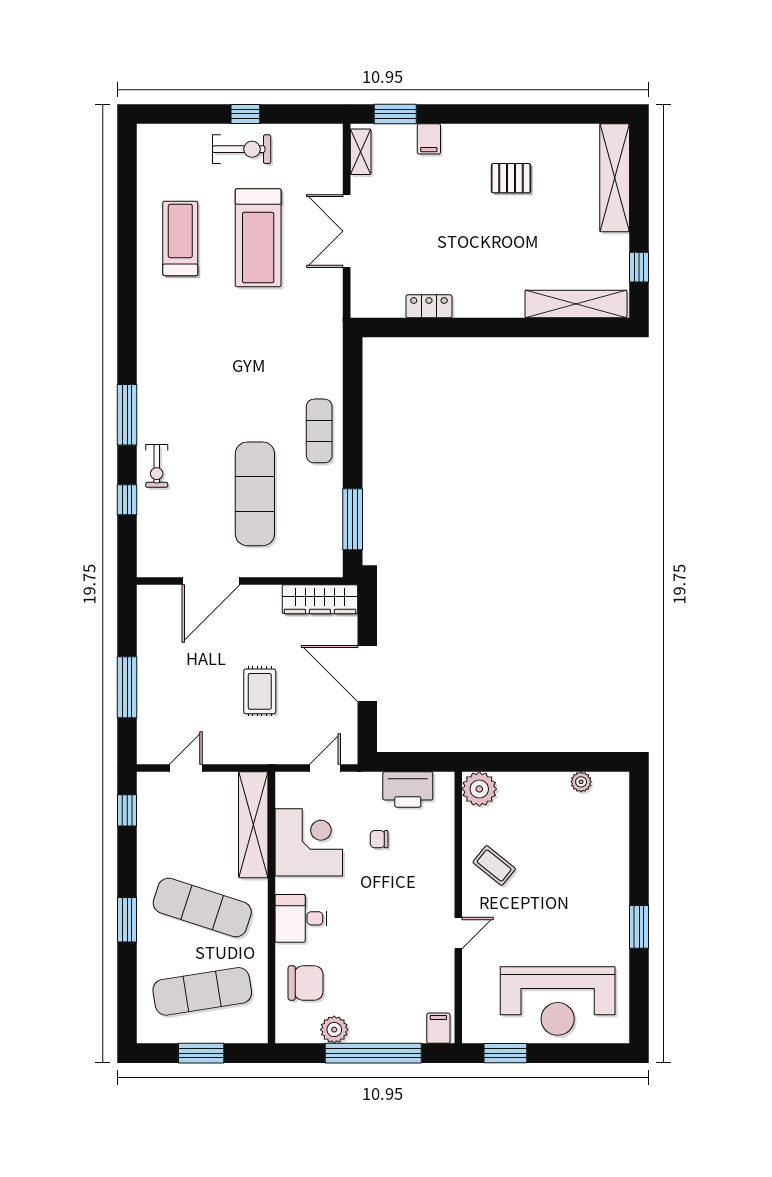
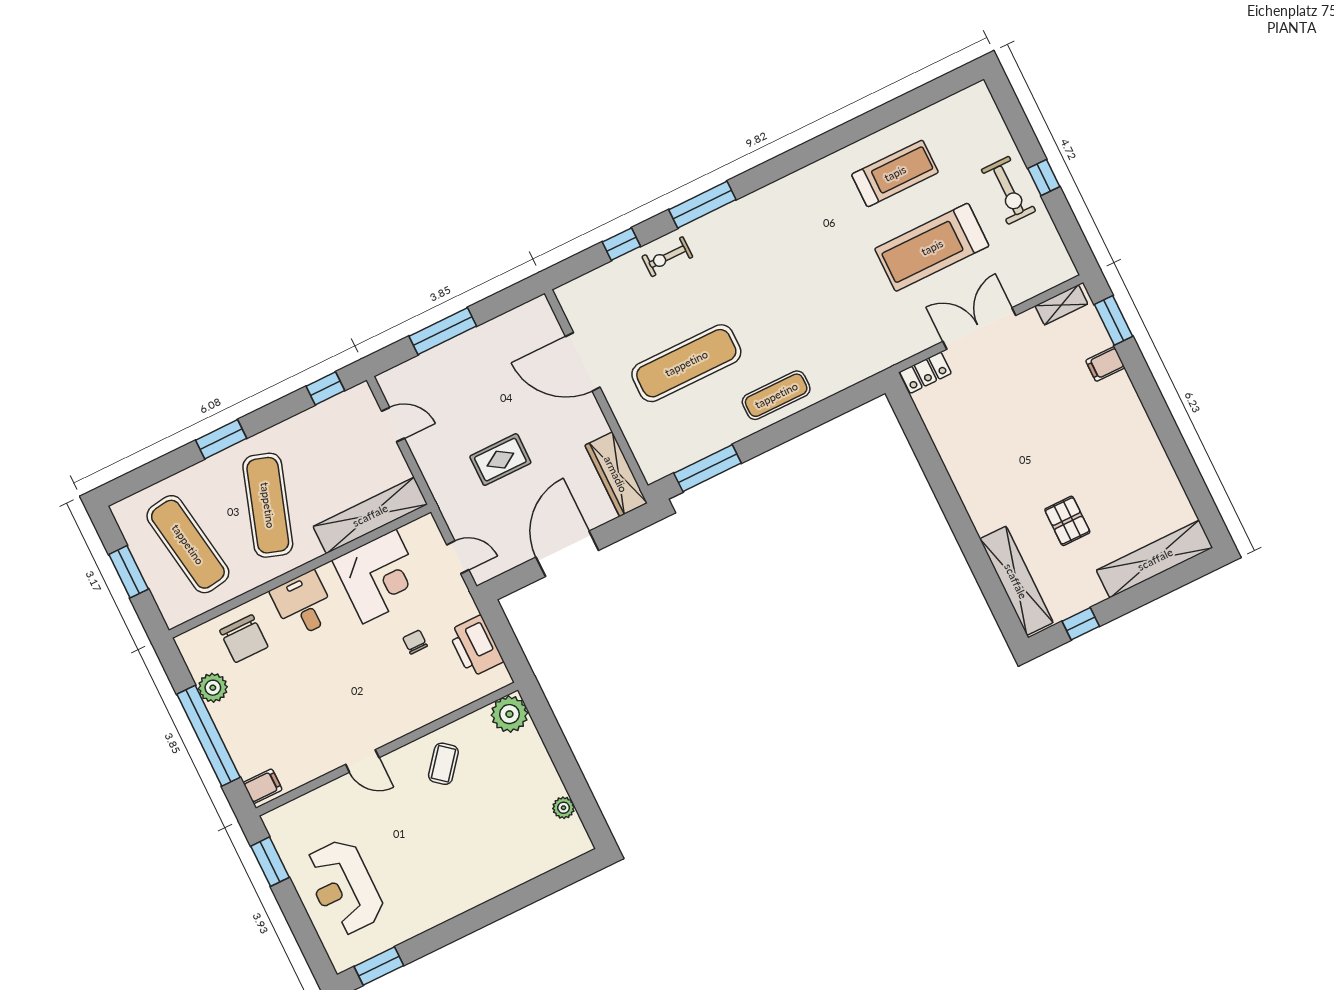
pallet: (511, 178) -> (1067, 521), moved
locker: (429, 306) -> (925, 373), moved, turned 90
window: (639, 927) -> (379, 966), moved
reception desk: (558, 1001) -> (344, 887), width x0.74, depth x0.77

